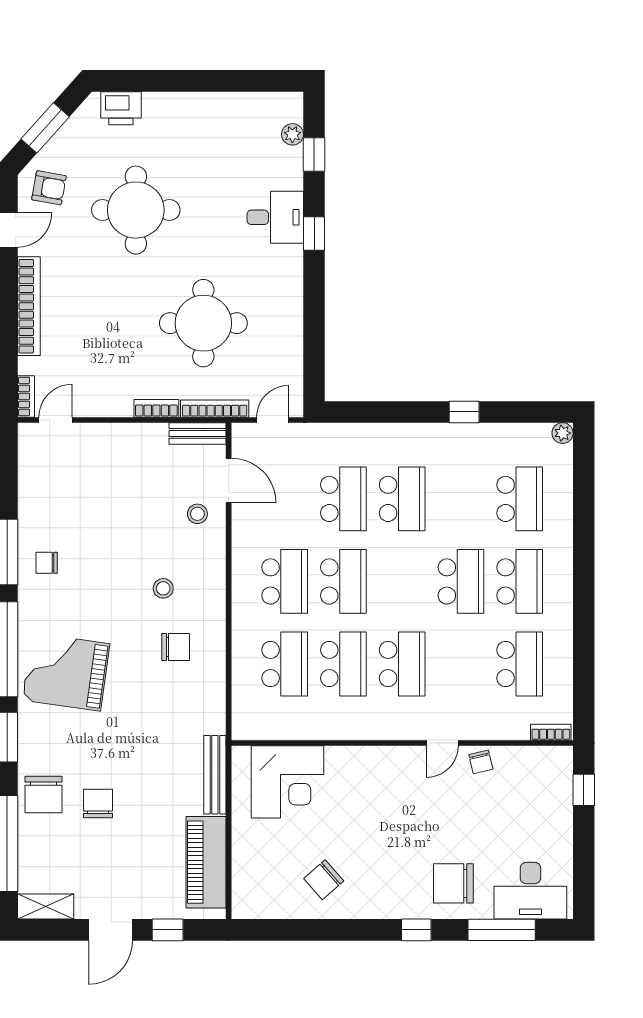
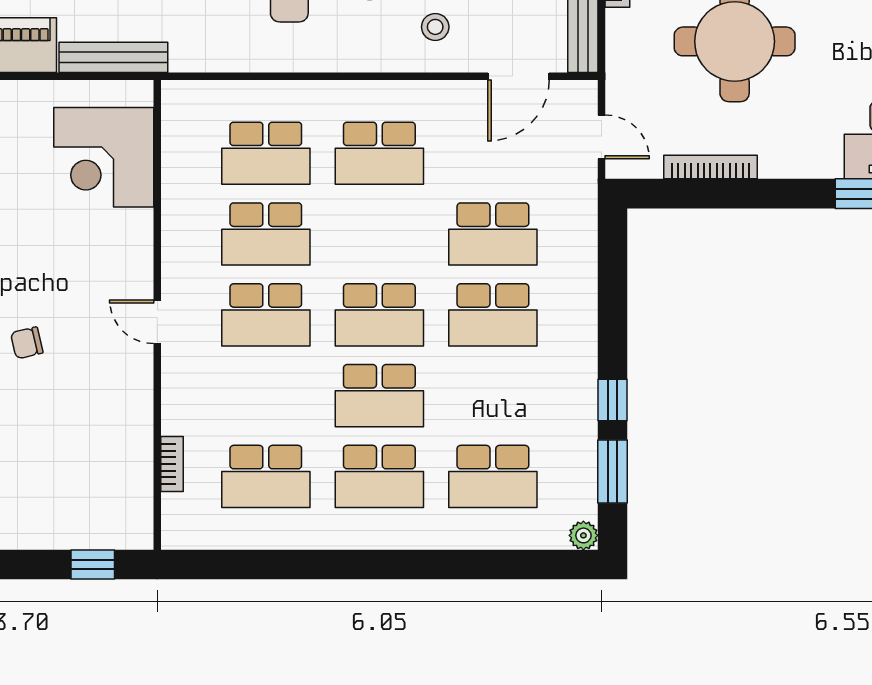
bookcase: (215, 409) -> (710, 167), moved, turned -90
window: (516, 412) -> (612, 471), added
stool: (197, 514) -> (435, 27), moved
school desk: (343, 581) -> (379, 315), moved
bookcase: (551, 732) -> (172, 464), moved
door: (442, 743) -> (157, 322), moved
chair: (481, 762) -> (27, 343), moved

